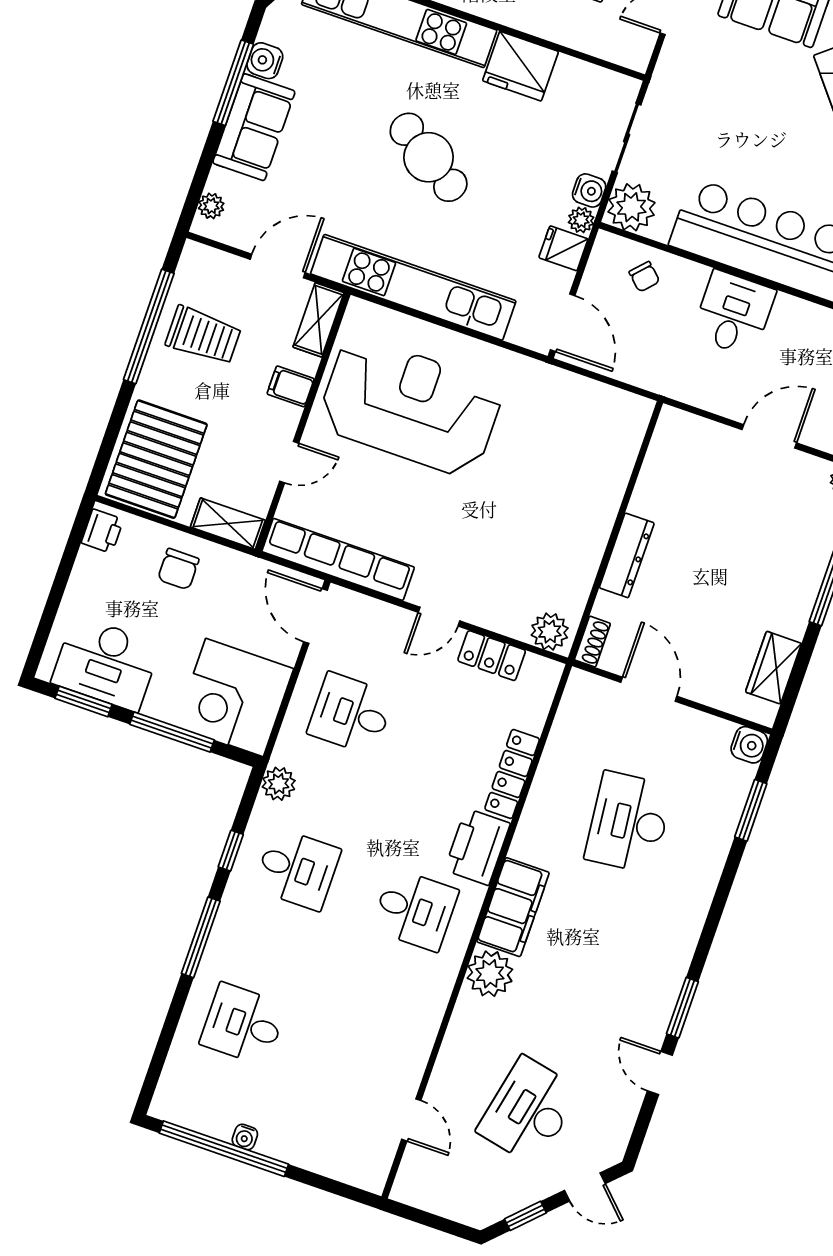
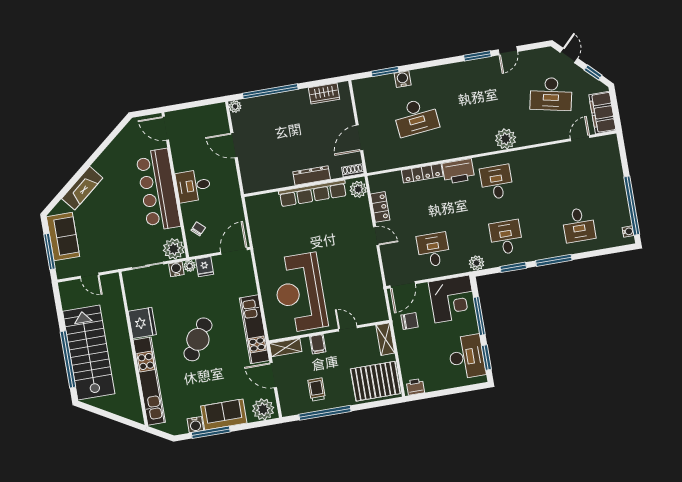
plant: (211, 206) -> (263, 409), width x1.88, depth x1.88
kitchen unit: (413, 287) -> (254, 329), width x0.73
trolley: (203, 335) -> (317, 389), width x0.73, depth x0.72
row of seats: (338, 559) -> (313, 193), moved, turned -90
chair: (178, 569) -> (409, 321), moved
desk: (351, 714) -> (433, 250), turned 180
water cooler: (749, 745) -> (403, 79), moved
window: (231, 851) -> (513, 267), width x1.50
filing cabinet: (513, 907) -> (602, 113), moved, turned -90
water cooler: (245, 1137) -> (628, 231), moved

